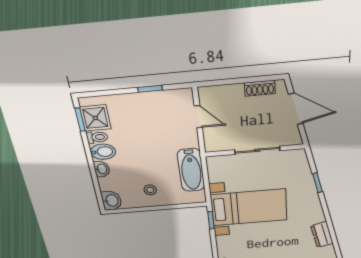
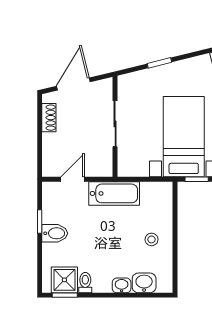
bidet: (103, 152) -> (55, 233), moved, turned 90
bathtub: (191, 170) -> (114, 193), moved
washbasin: (112, 201) -> (144, 283), moved

